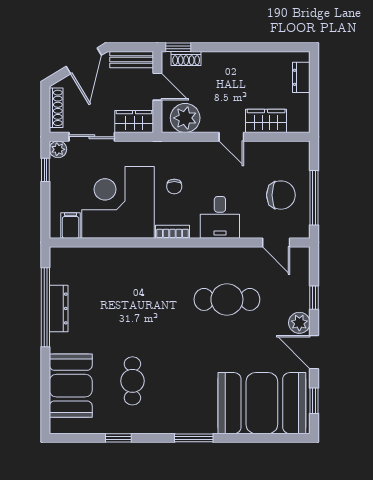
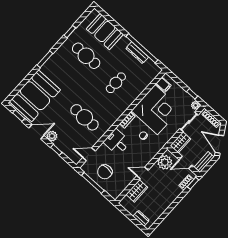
cafe table: (132, 299) -> (116, 83), added
cafe table: (227, 299) -> (85, 117), turned 90
cafe table: (132, 381) -> (86, 56), width x1.37, depth x1.35

